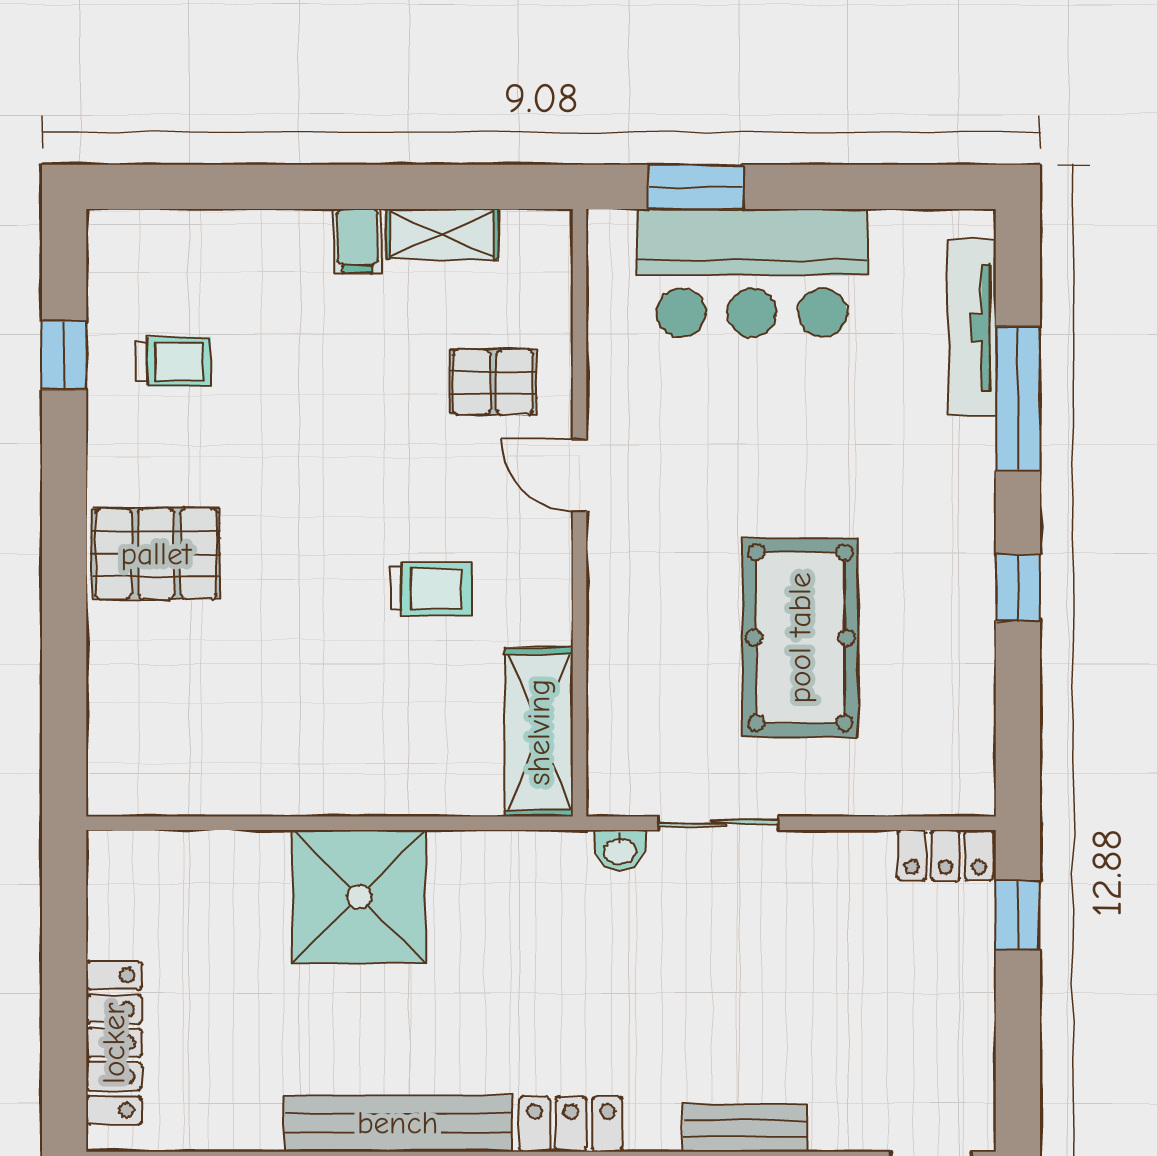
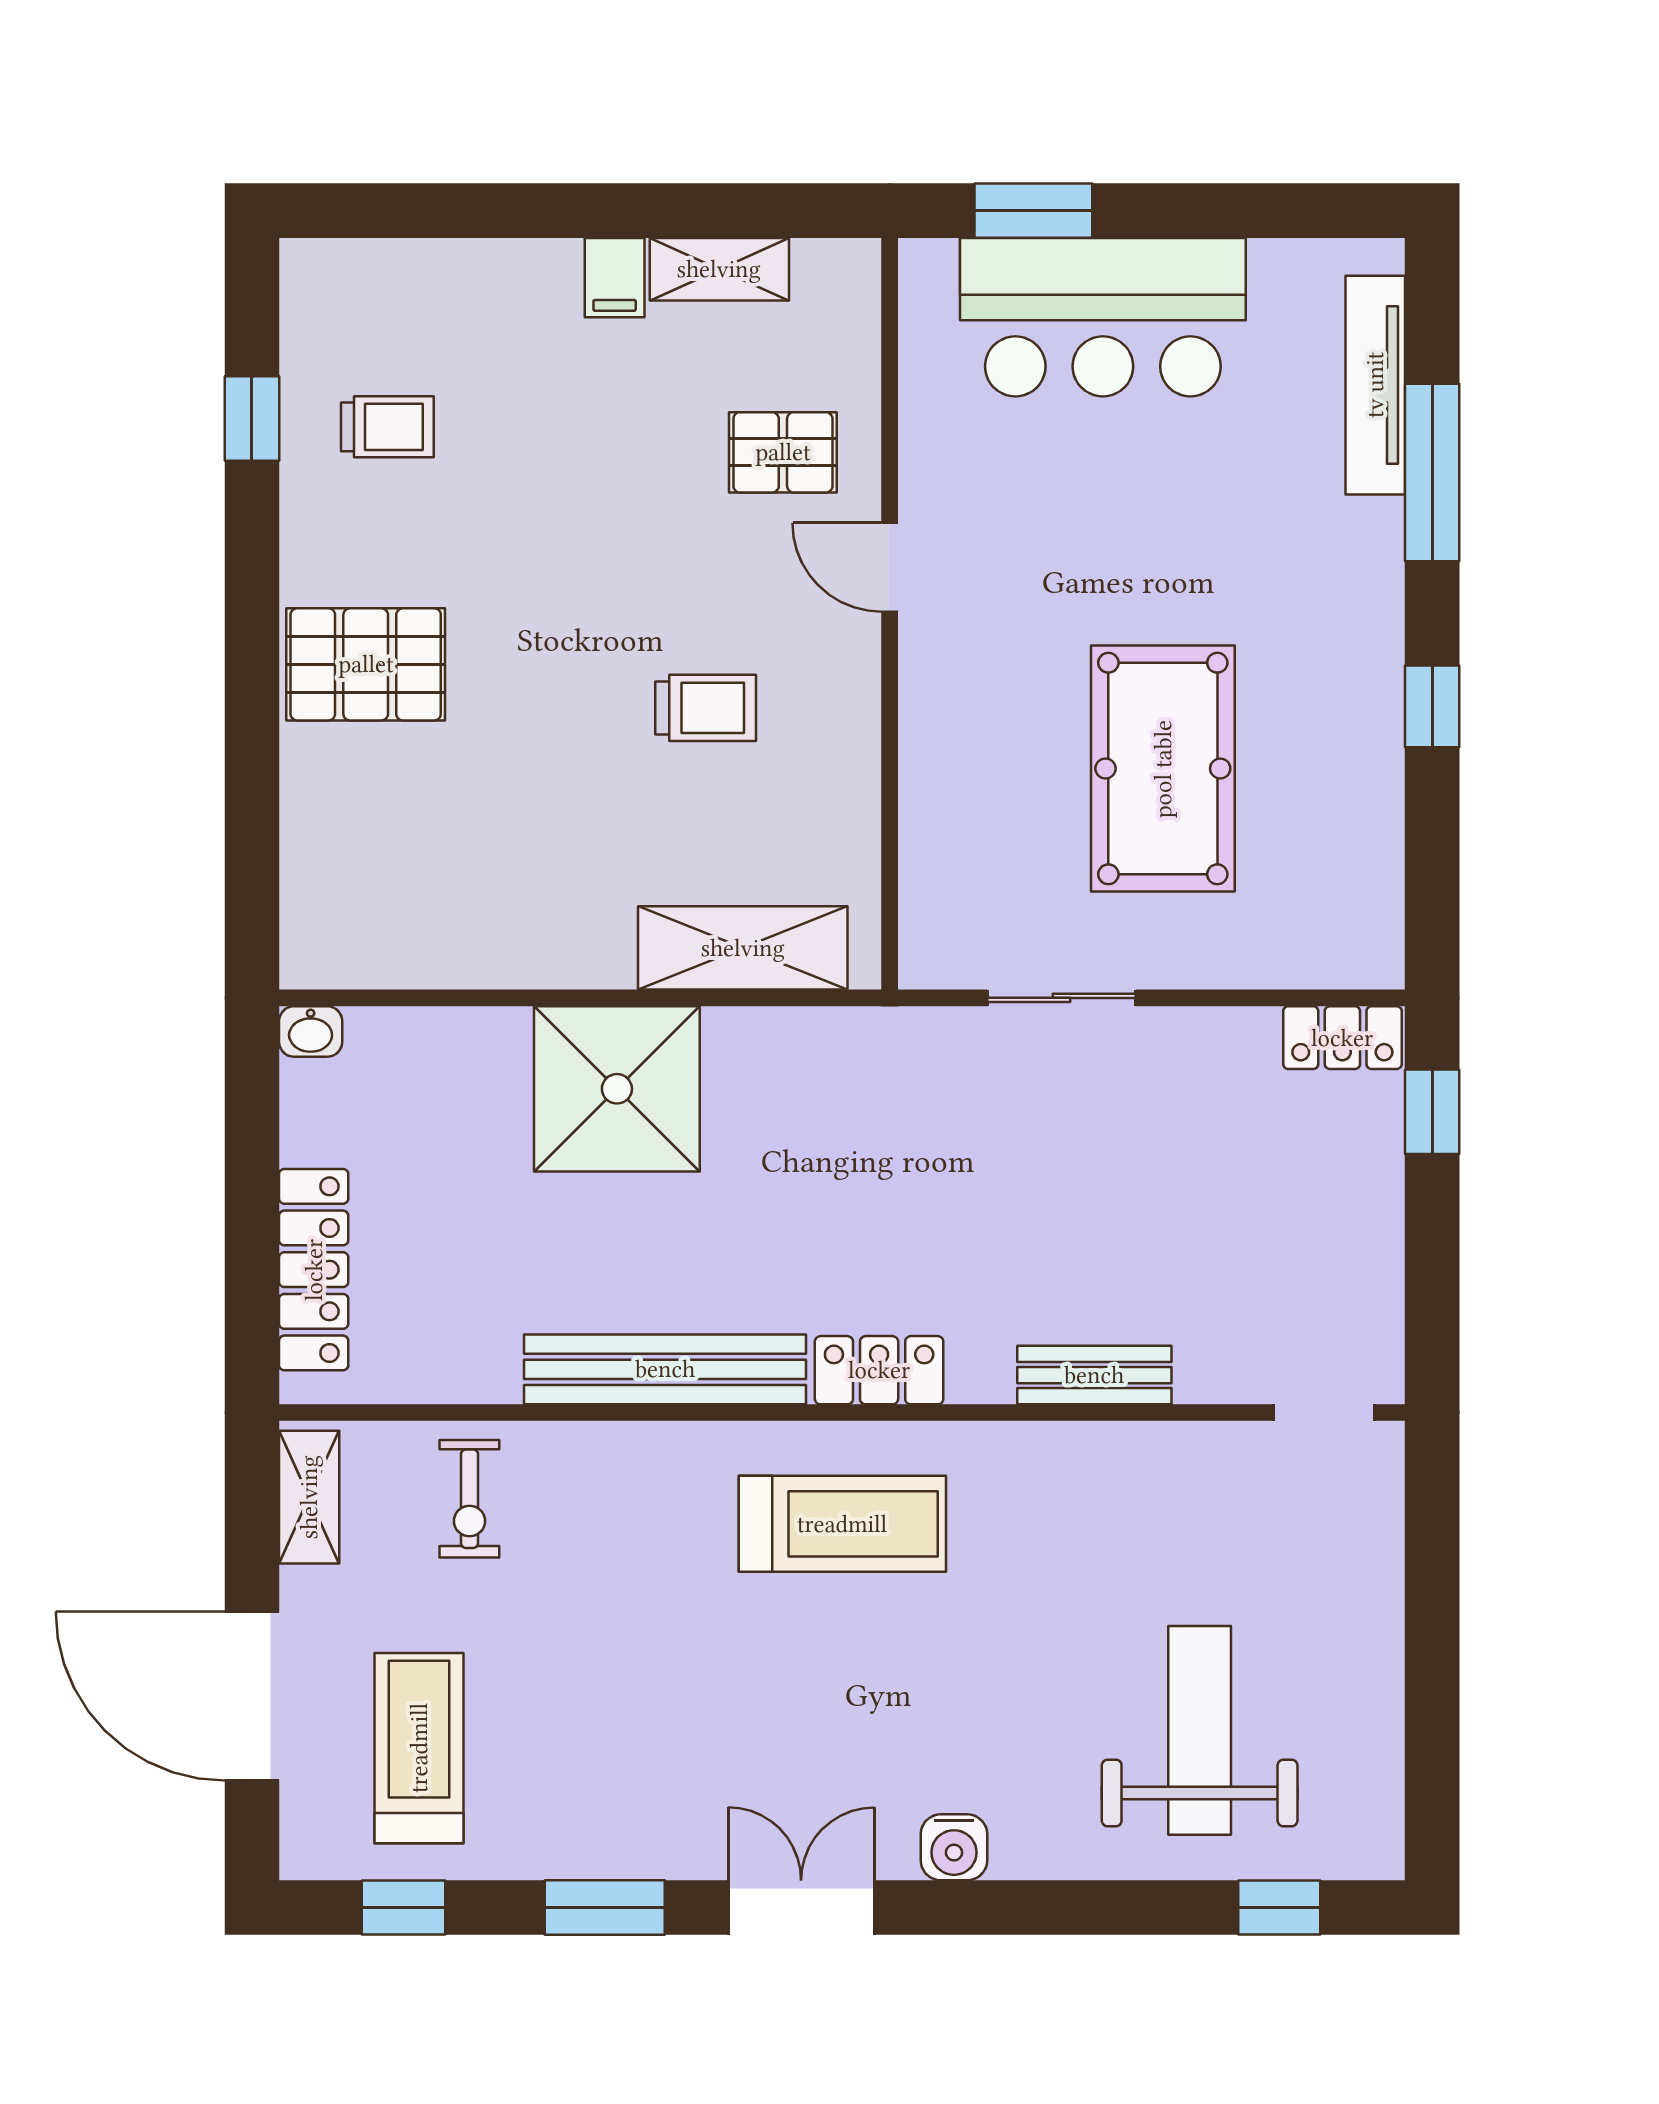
shelving: (539, 732) -> (743, 948), moved, turned 90
washbasin: (620, 850) -> (311, 1031), moved

